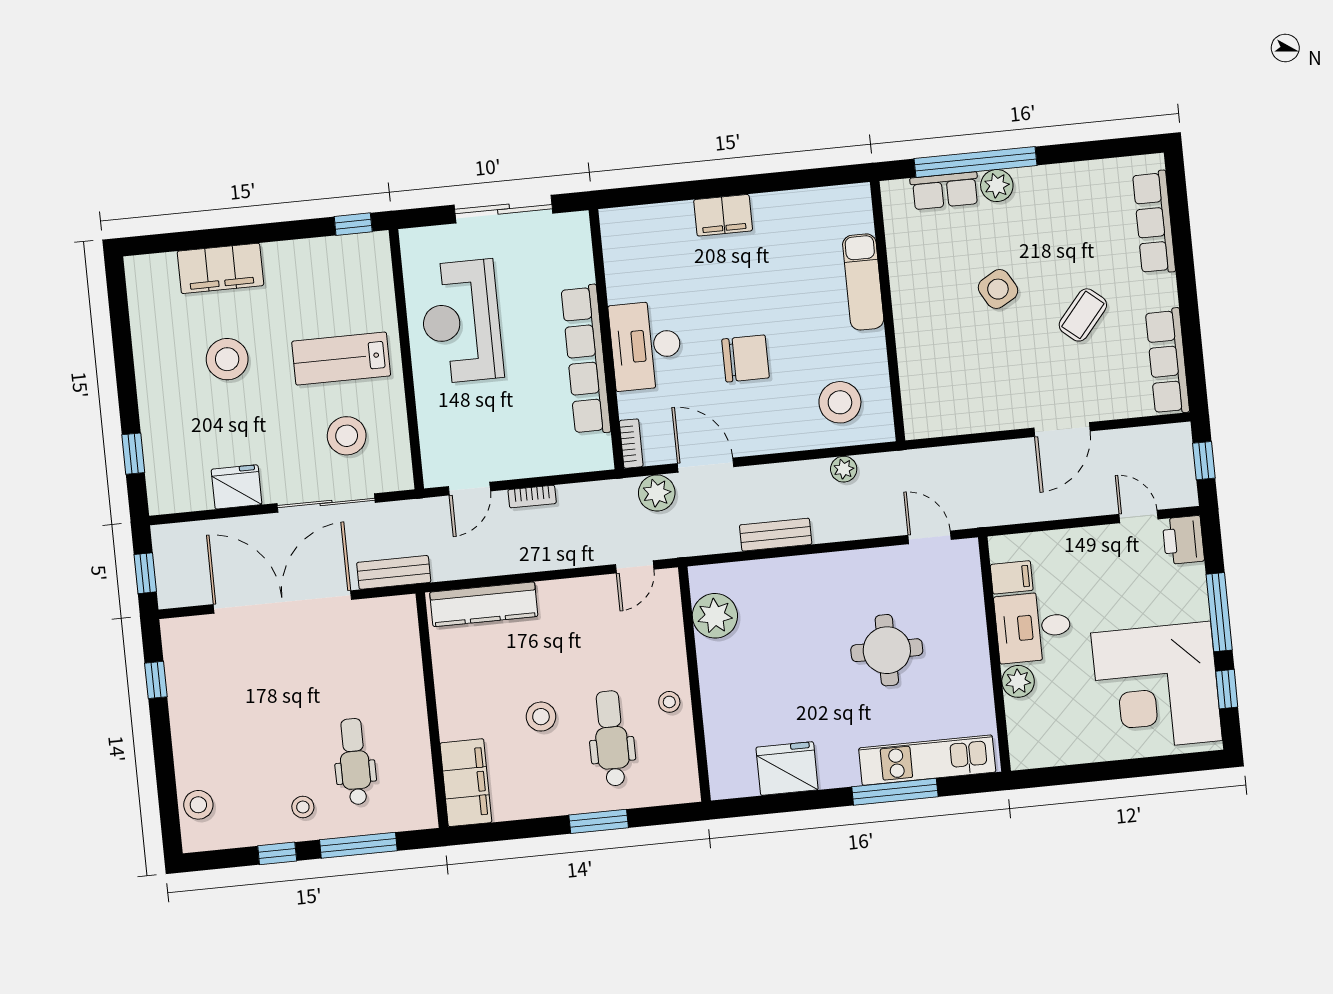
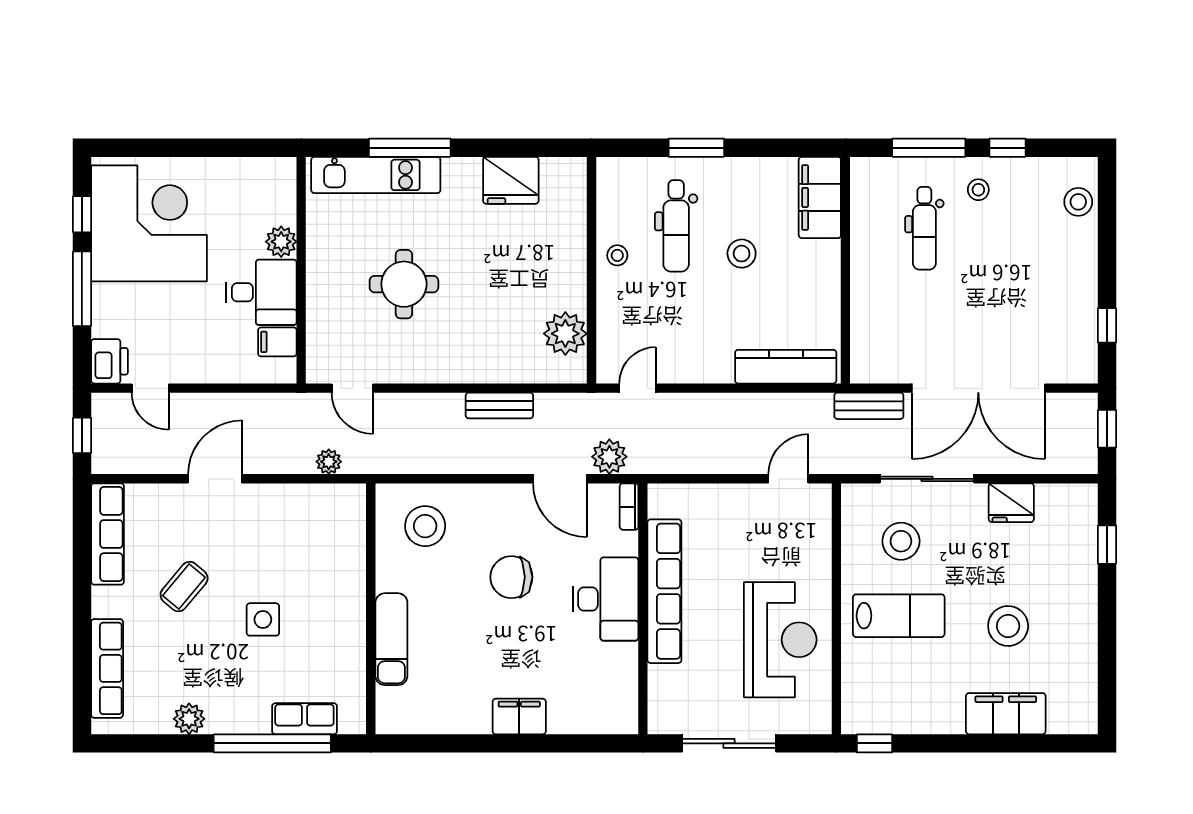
plant: (997, 186) -> (189, 719), moved
side table: (998, 289) -> (263, 619), turned 30
plant: (844, 469) -> (329, 462), moved
bookcase: (532, 497) -> (729, 465), removed

